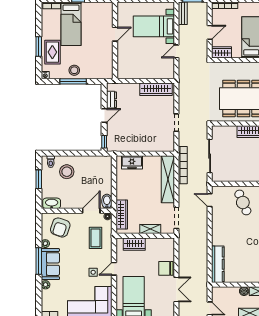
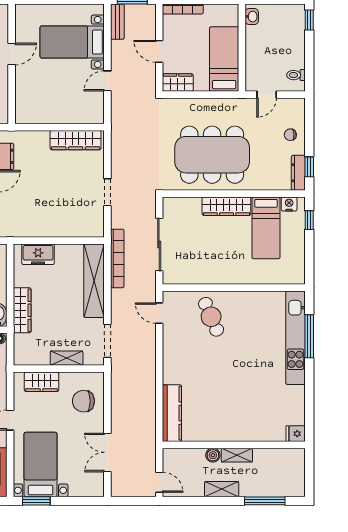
door: (210, 32) -> (159, 51), swing flipped
wardrobe: (122, 215) -> (22, 310), moved
chair: (166, 268) -> (83, 401), moved
double door: (176, 289) -> (107, 452), swing flipped

